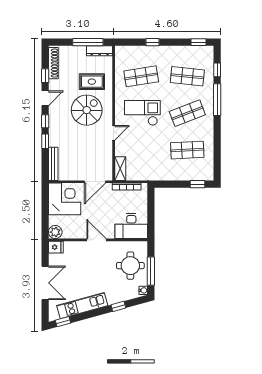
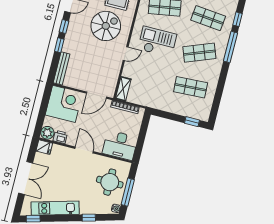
printer: (69, 233) -> (60, 137), added

